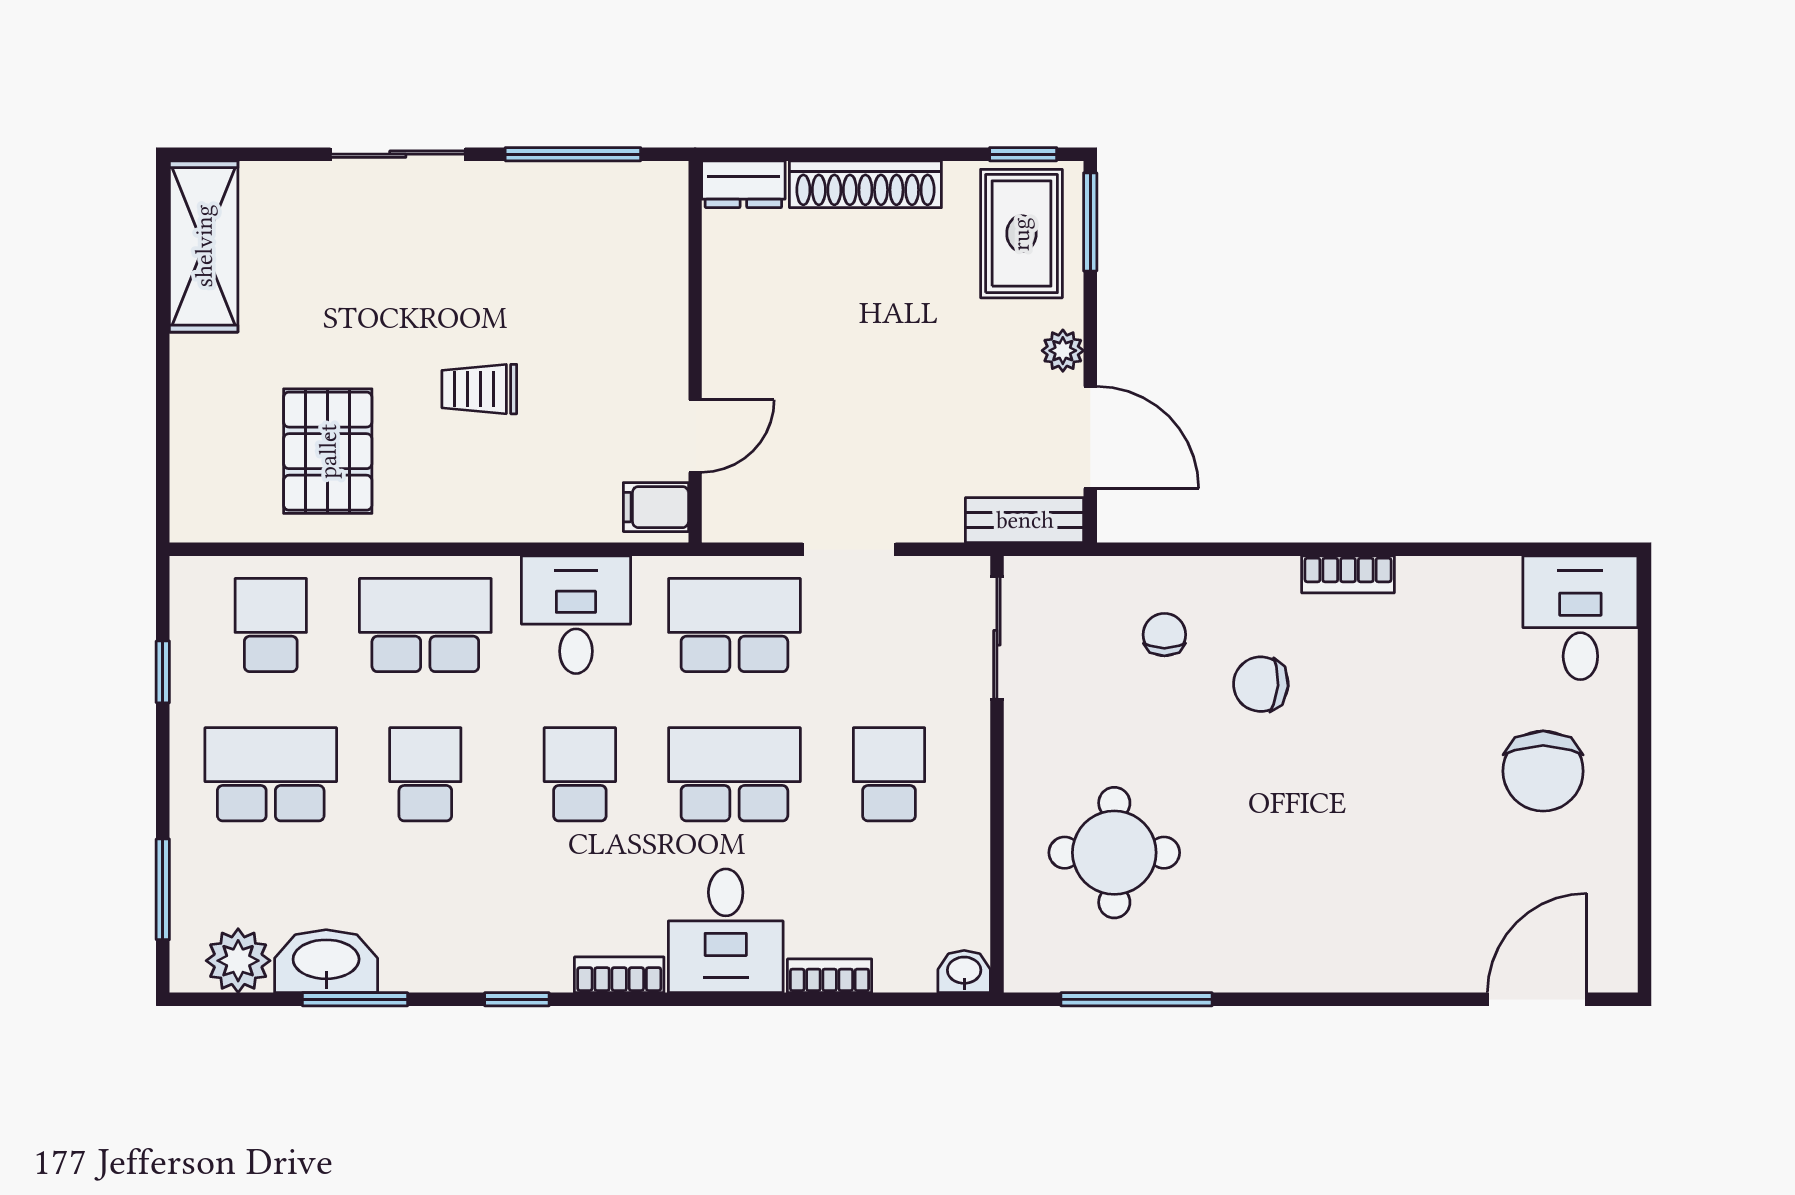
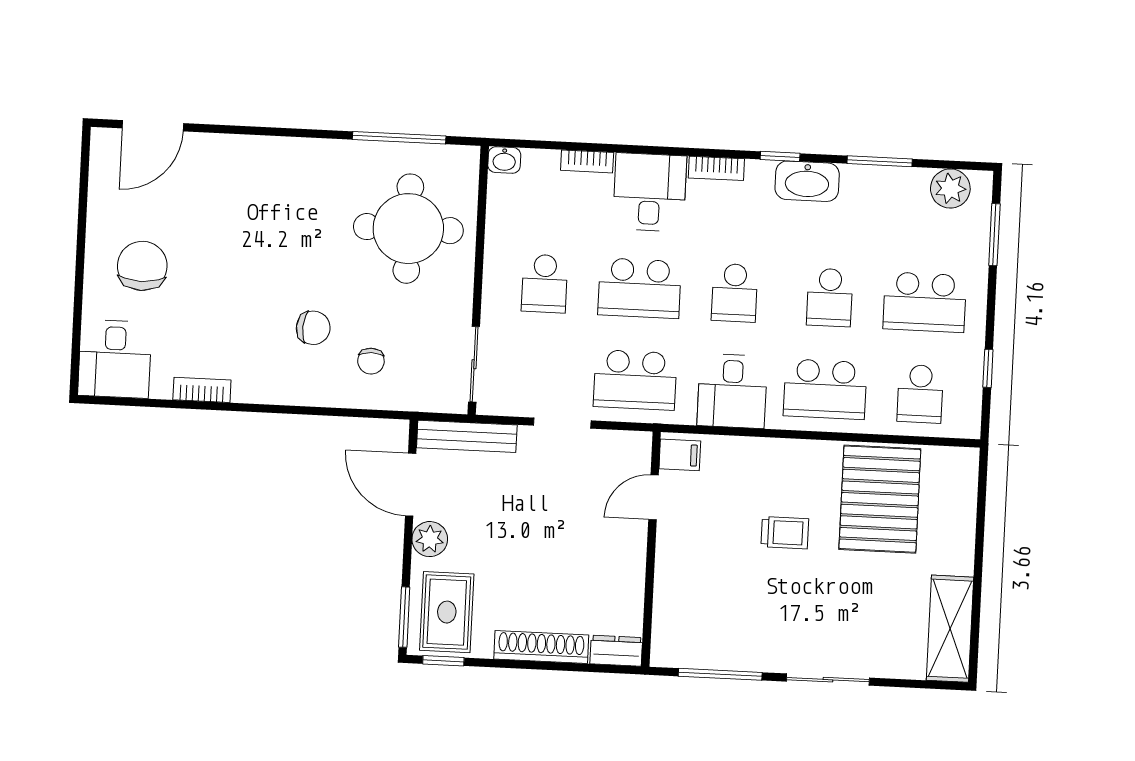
plant: (1063, 351) -> (430, 539), width x1.38, depth x1.38
pallet: (328, 451) -> (880, 499), width x1.37, depth x1.41
bench: (1025, 520) -> (467, 436), width x1.36
bookcase: (1348, 574) -> (202, 390), moved
round table: (1114, 853) -> (408, 229), width x1.36, depth x1.36
washbasin: (326, 961) -> (807, 181), moved

